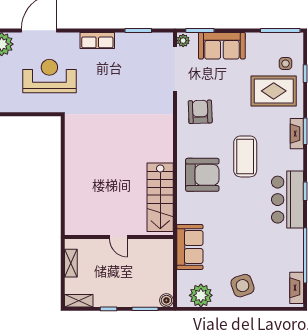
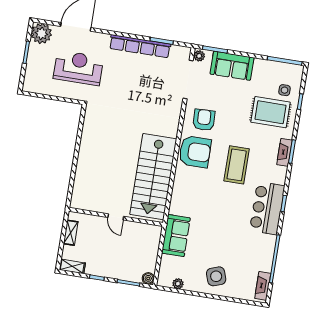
row of seats: (97, 40) -> (140, 46), width x2.02
armchair: (202, 175) -> (195, 152), moved
stairs: (160, 197) -> (153, 177), width x1.36, depth x1.51
plant: (201, 295) -> (178, 284), width x0.53, depth x0.53

